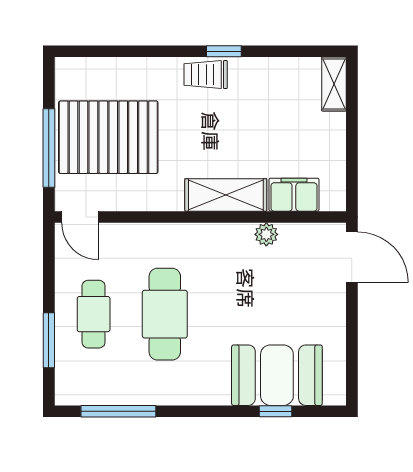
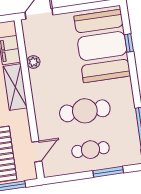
door: (80, 217) -> (37, 152), moved
booth: (277, 375) -> (102, 46), width x1.36, depth x1.42

